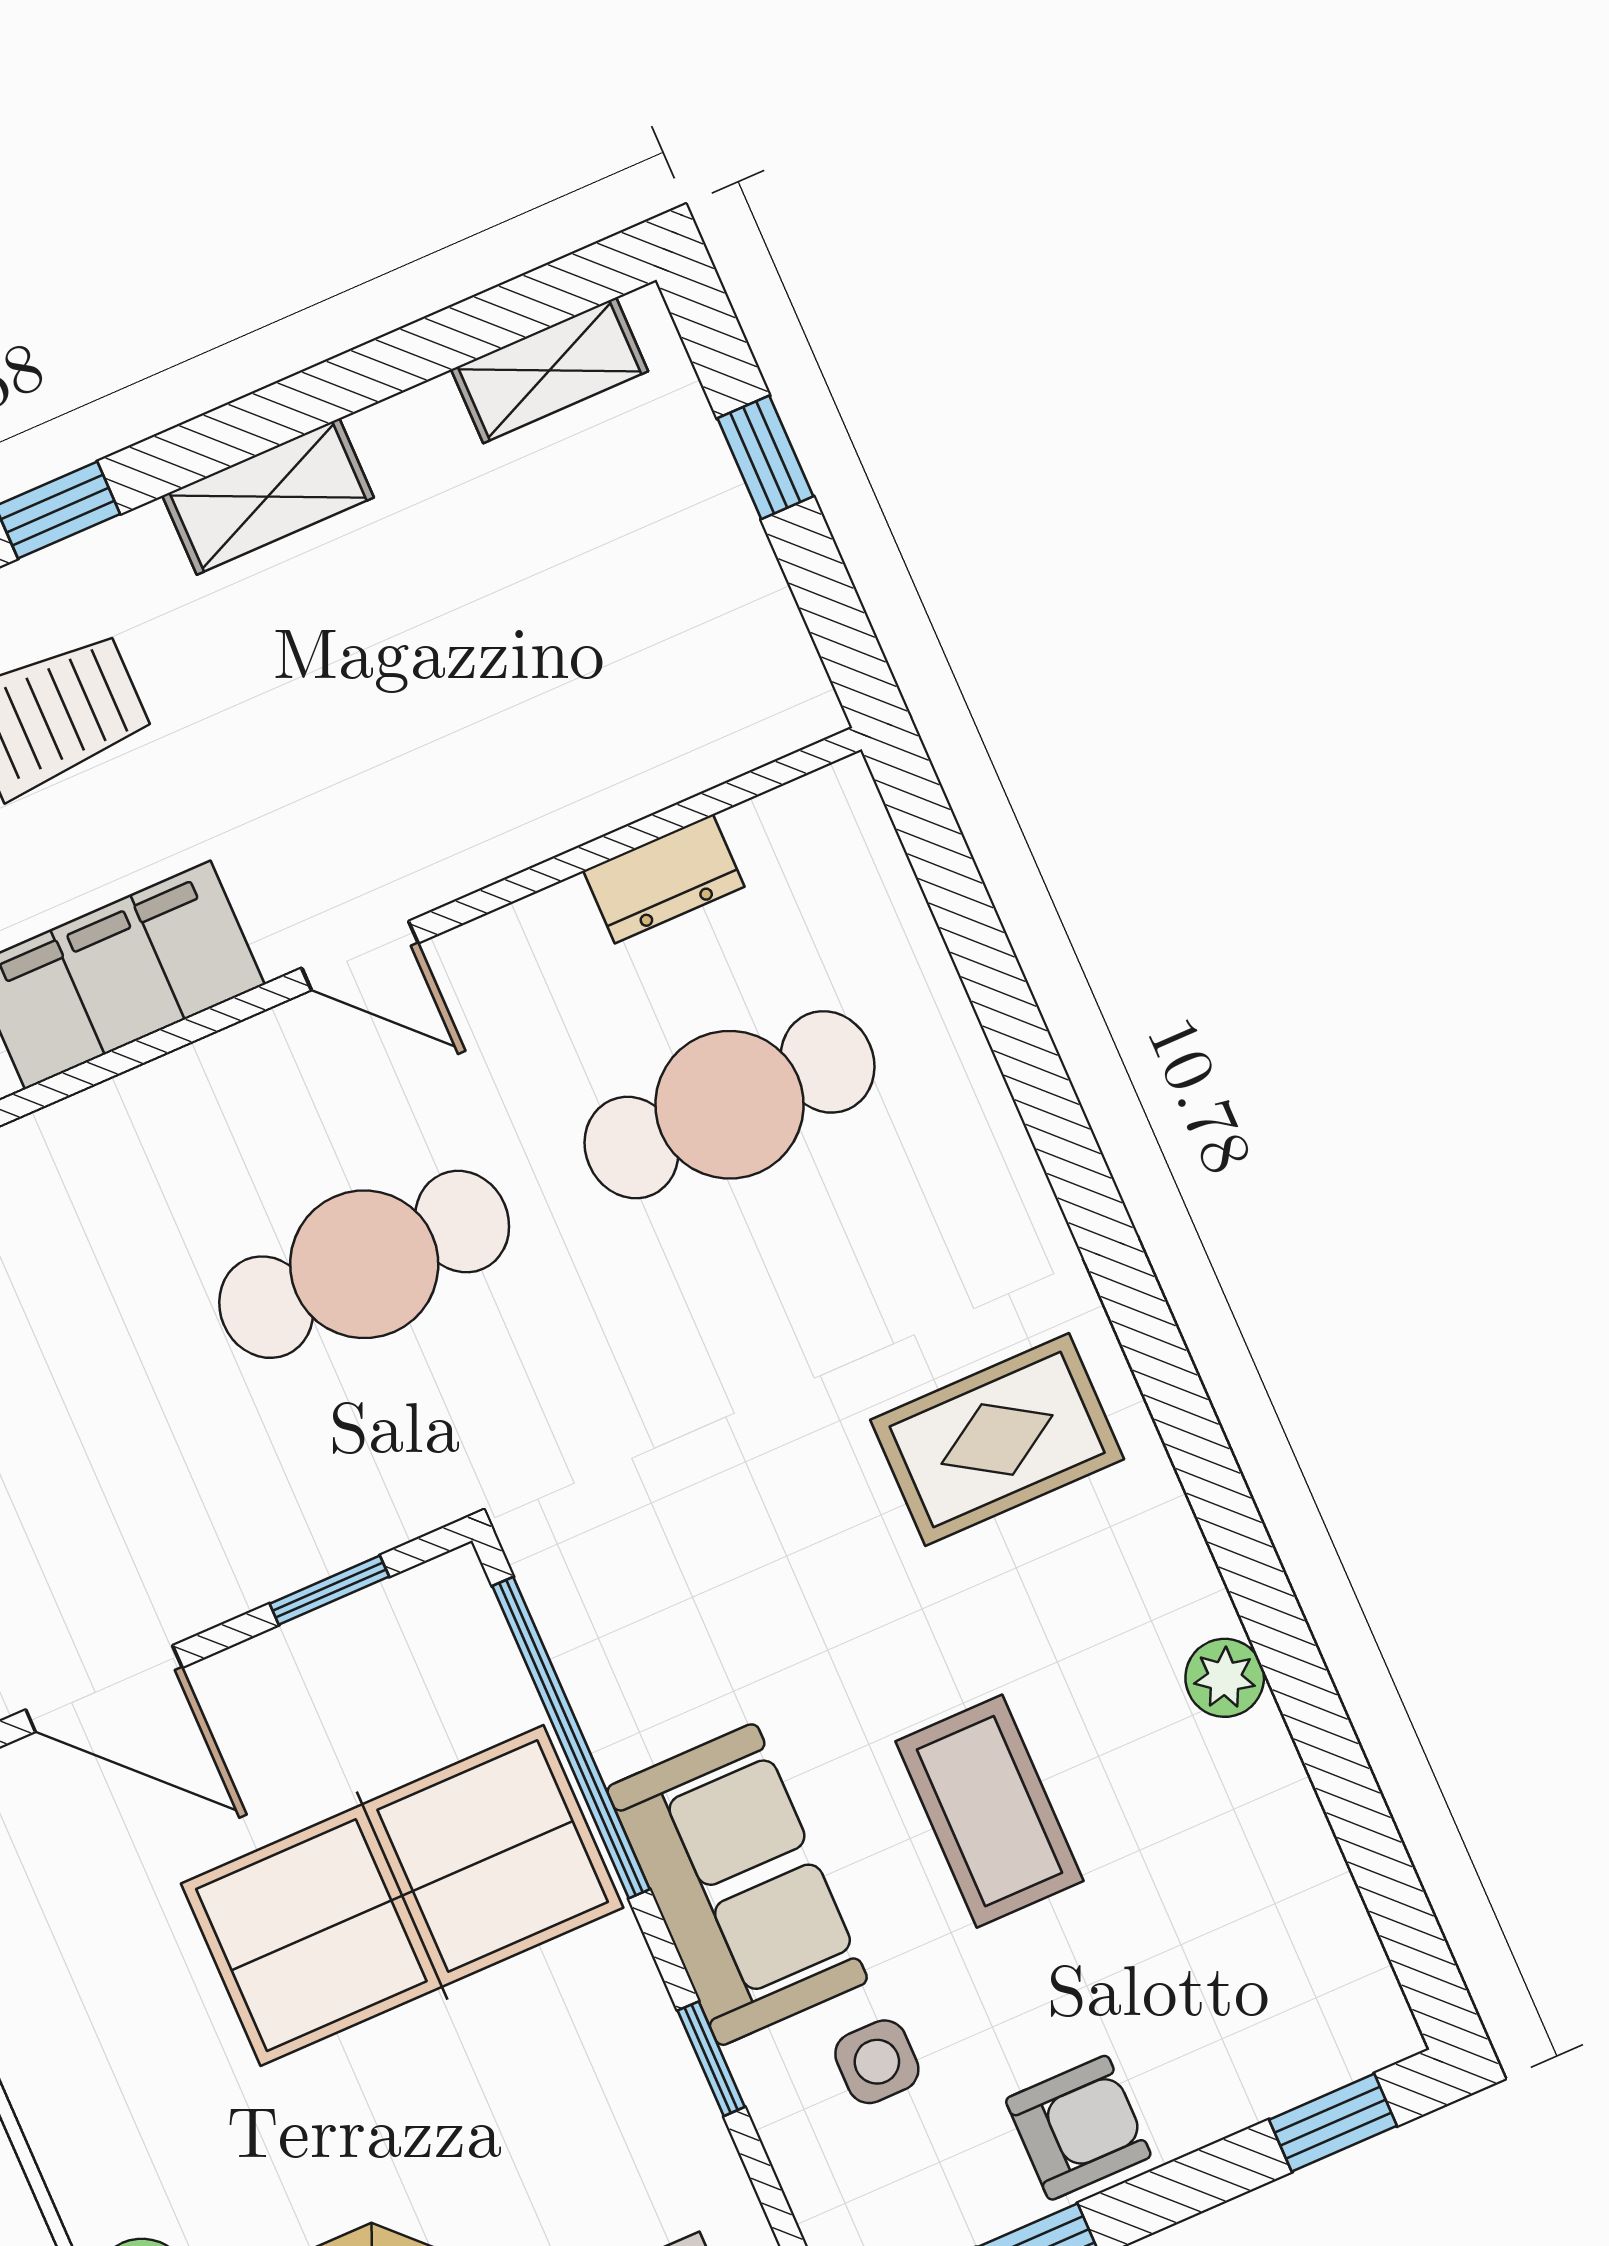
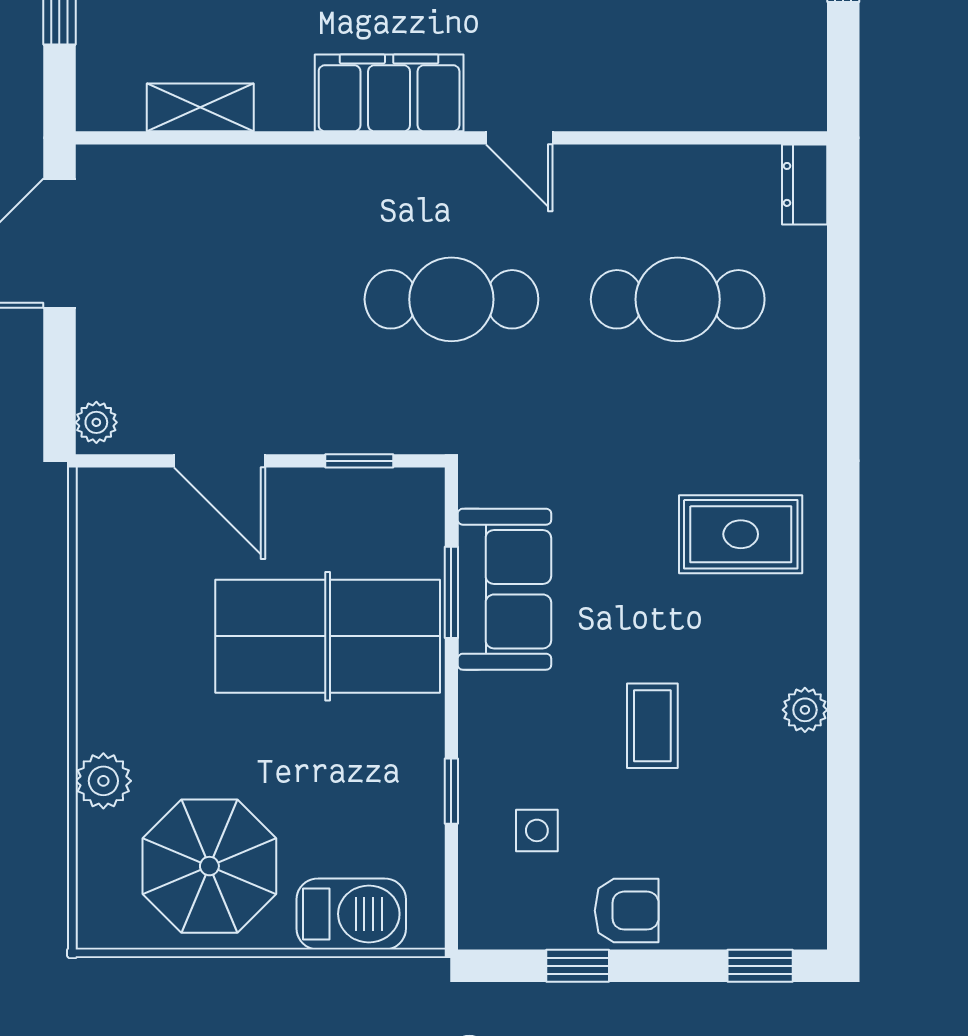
dresser: (664, 879) -> (805, 184), moved, turned 90
window: (571, 1738) -> (451, 592), width x0.47
coffee table: (989, 1811) -> (652, 726), width x0.73, depth x0.77
sofa: (737, 1885) -> (504, 589), moved

